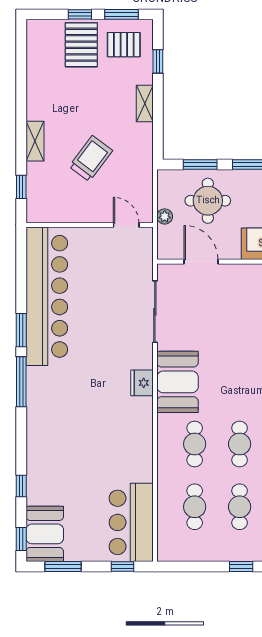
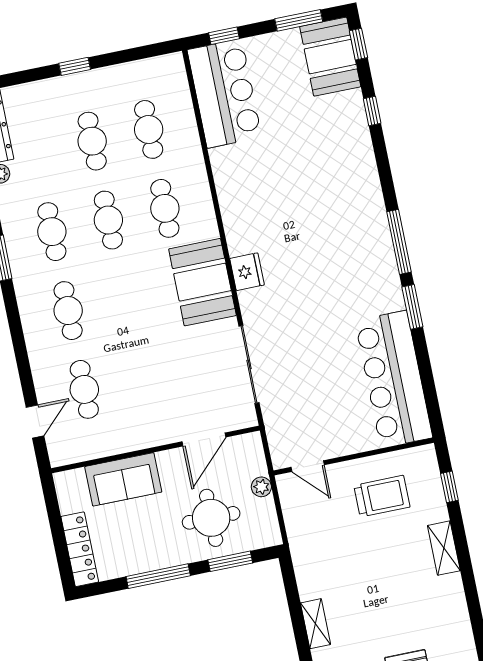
trolley: (91, 159) -> (382, 496), moved, turned -127
door: (201, 262) -> (204, 439), hinge flipped
bar counter: (47, 296) -> (394, 379), width x0.73

